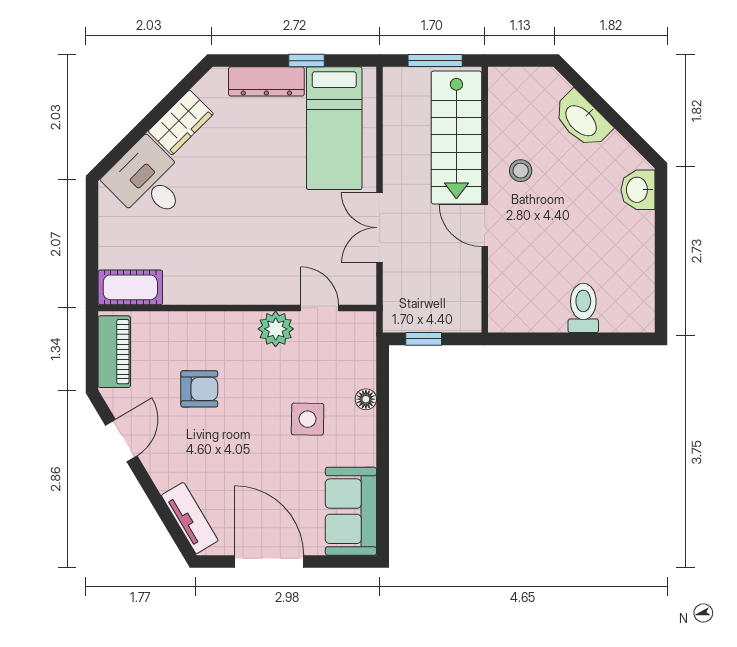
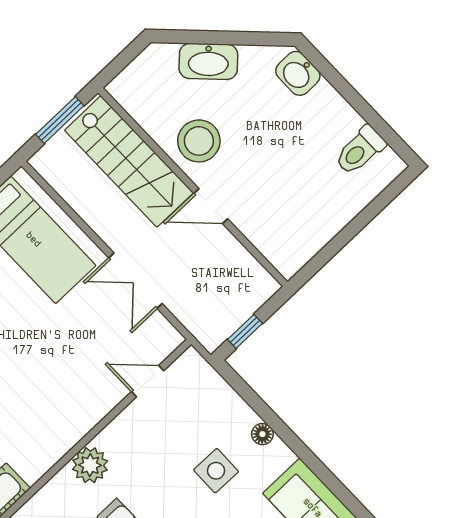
stool: (521, 171) -> (199, 141), width x1.89, depth x1.89
toilet: (583, 308) -> (360, 150), moved, turned -90
plant: (276, 329) -> (90, 465), moved
floor lamp: (366, 399) -> (262, 434), moved

